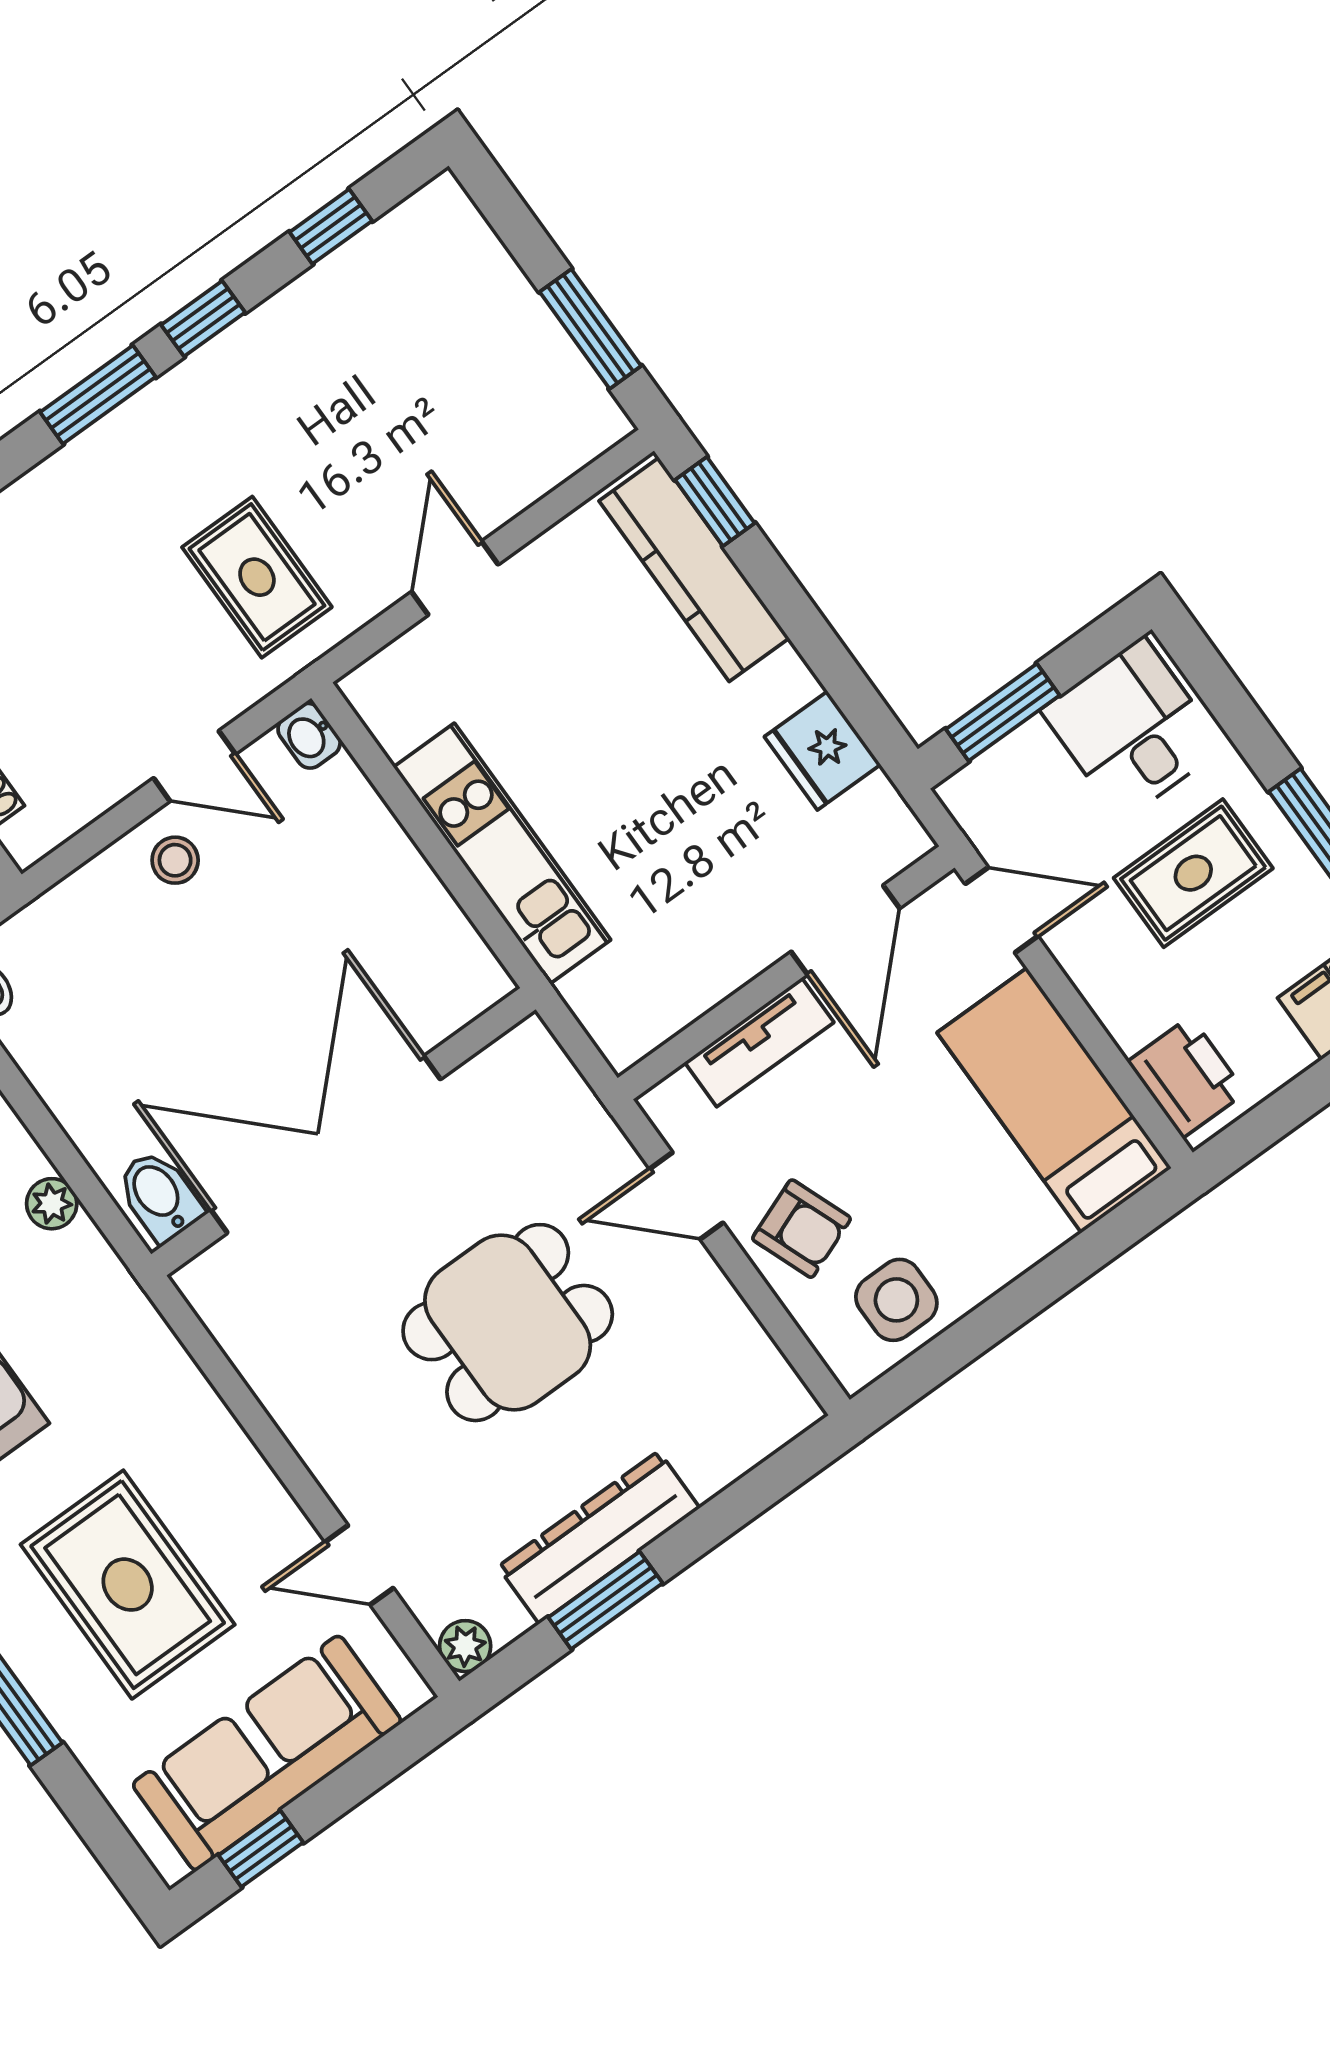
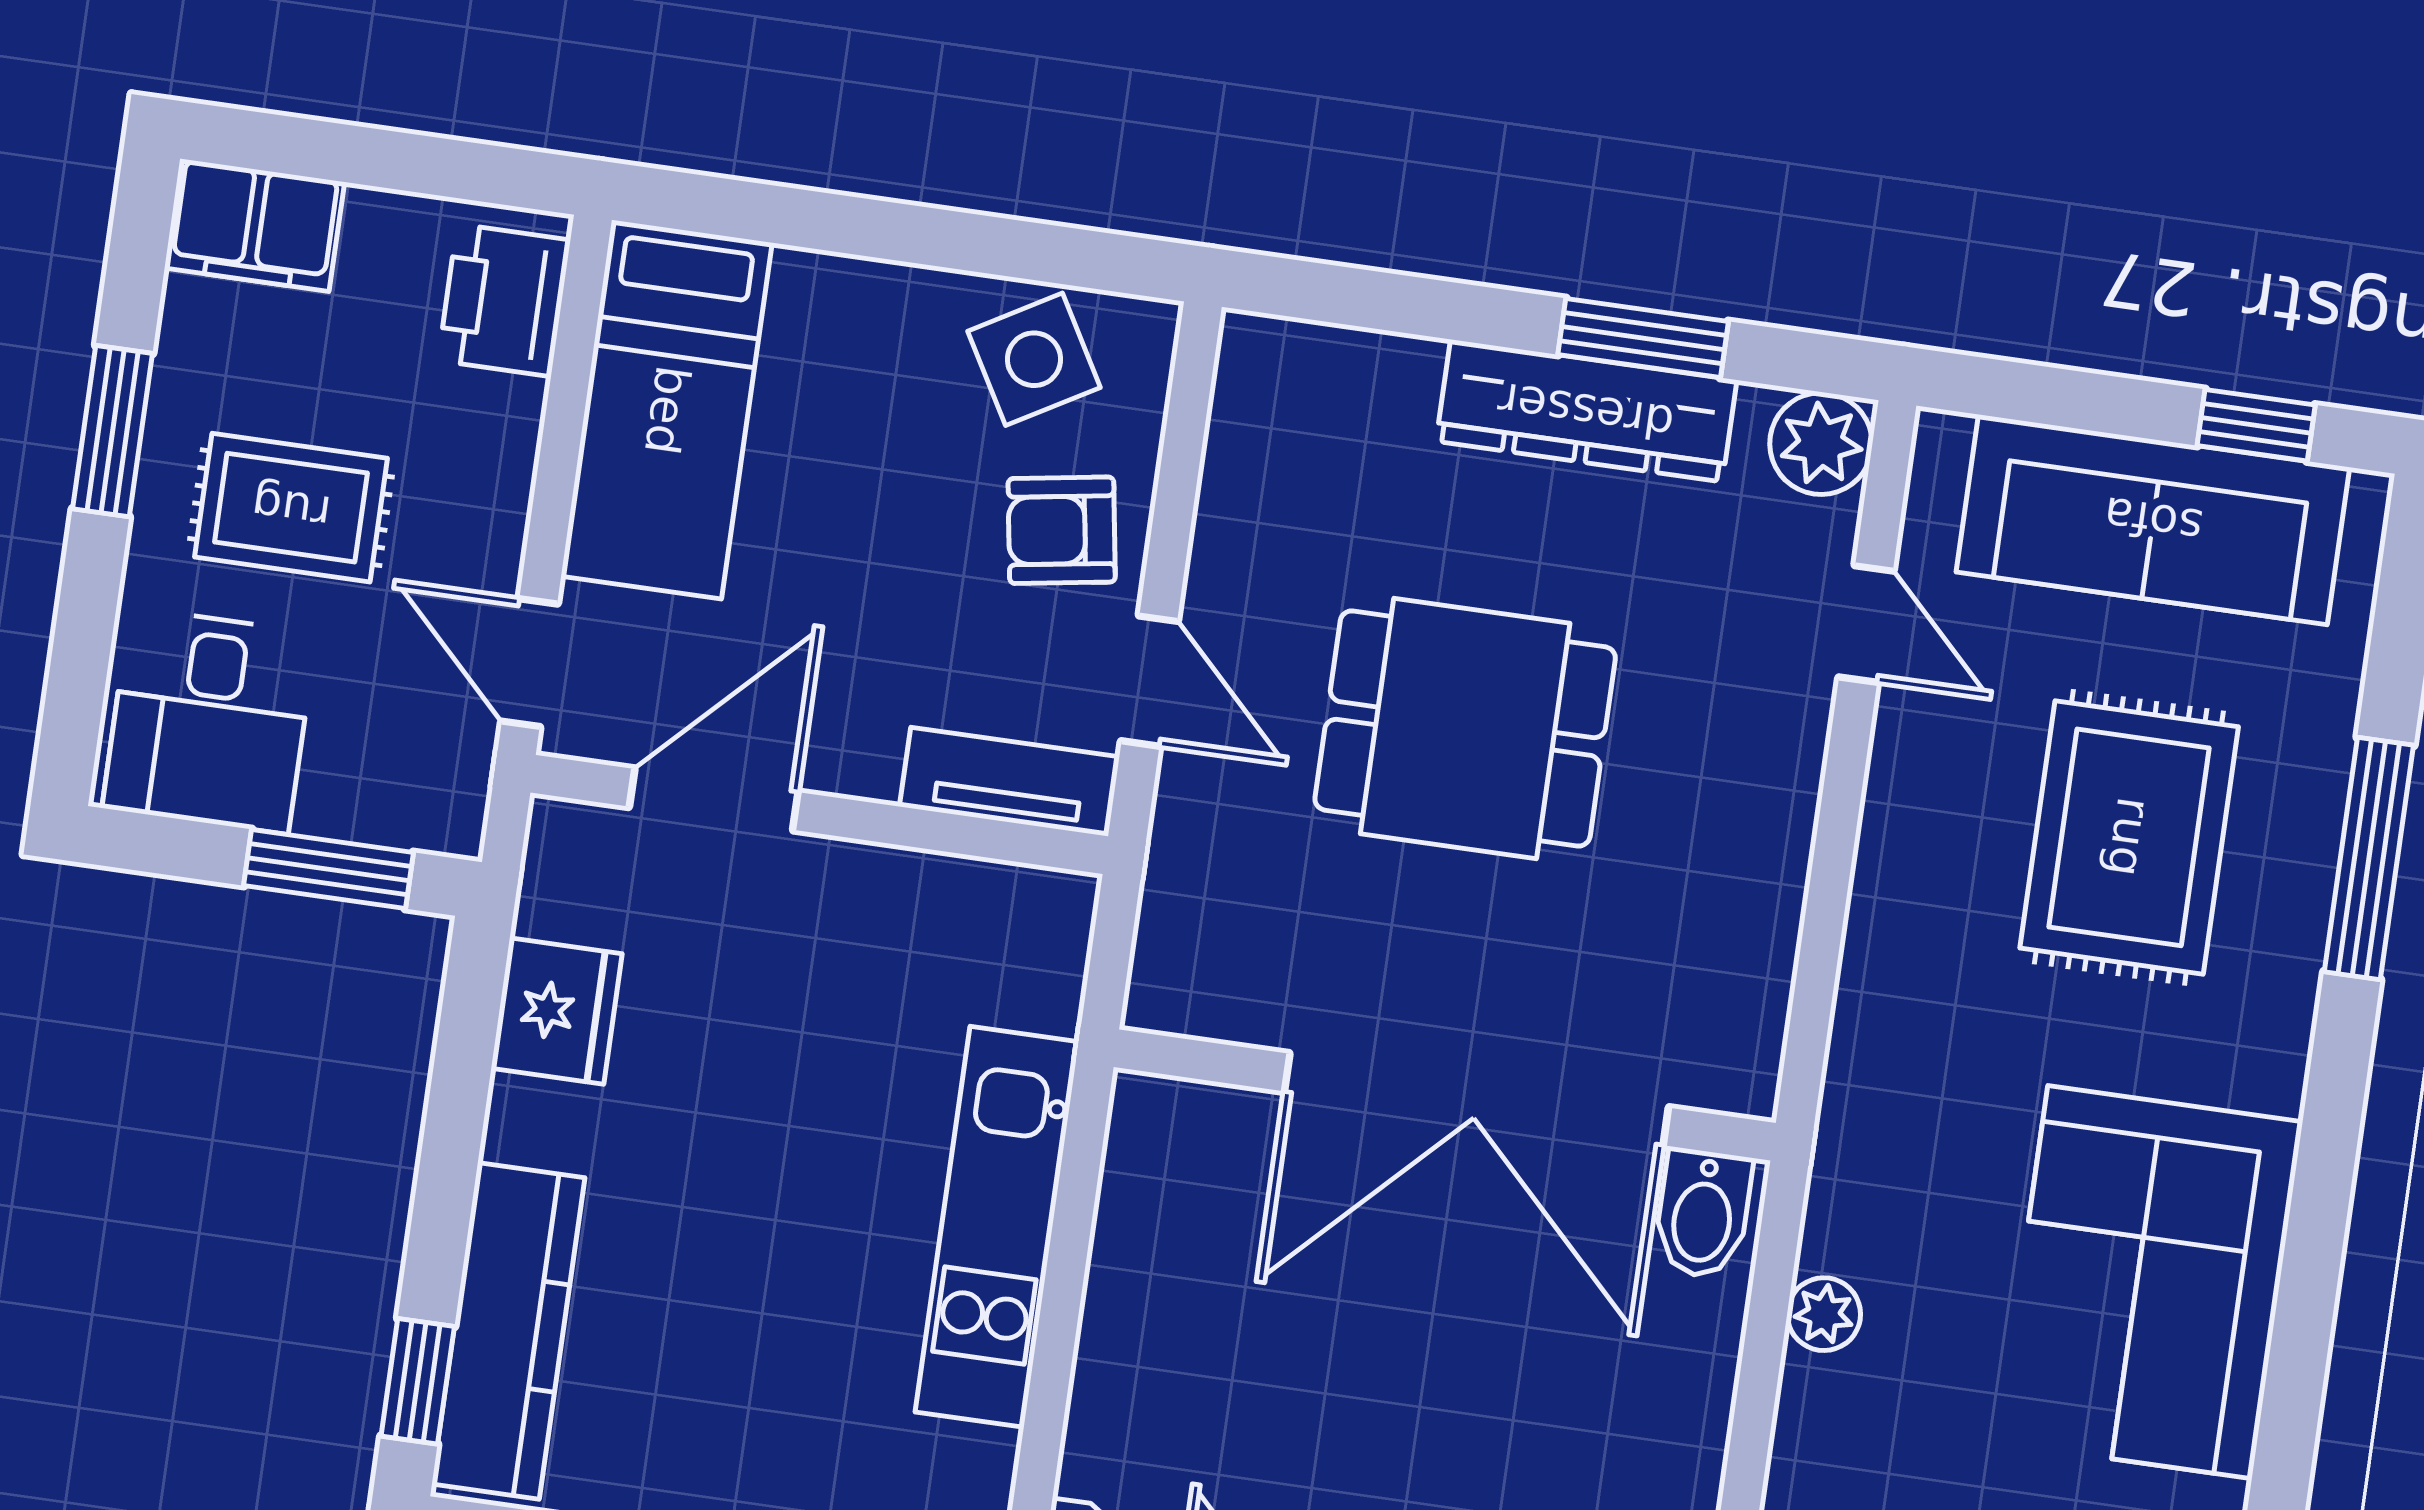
tv unit: (759, 1042) -> (1009, 782), moved
armchair: (801, 1229) -> (1062, 530), turned -78
side table: (896, 1300) -> (1034, 359), turned -30
plant: (465, 1646) -> (1821, 444), width x1.38, depth x1.38

